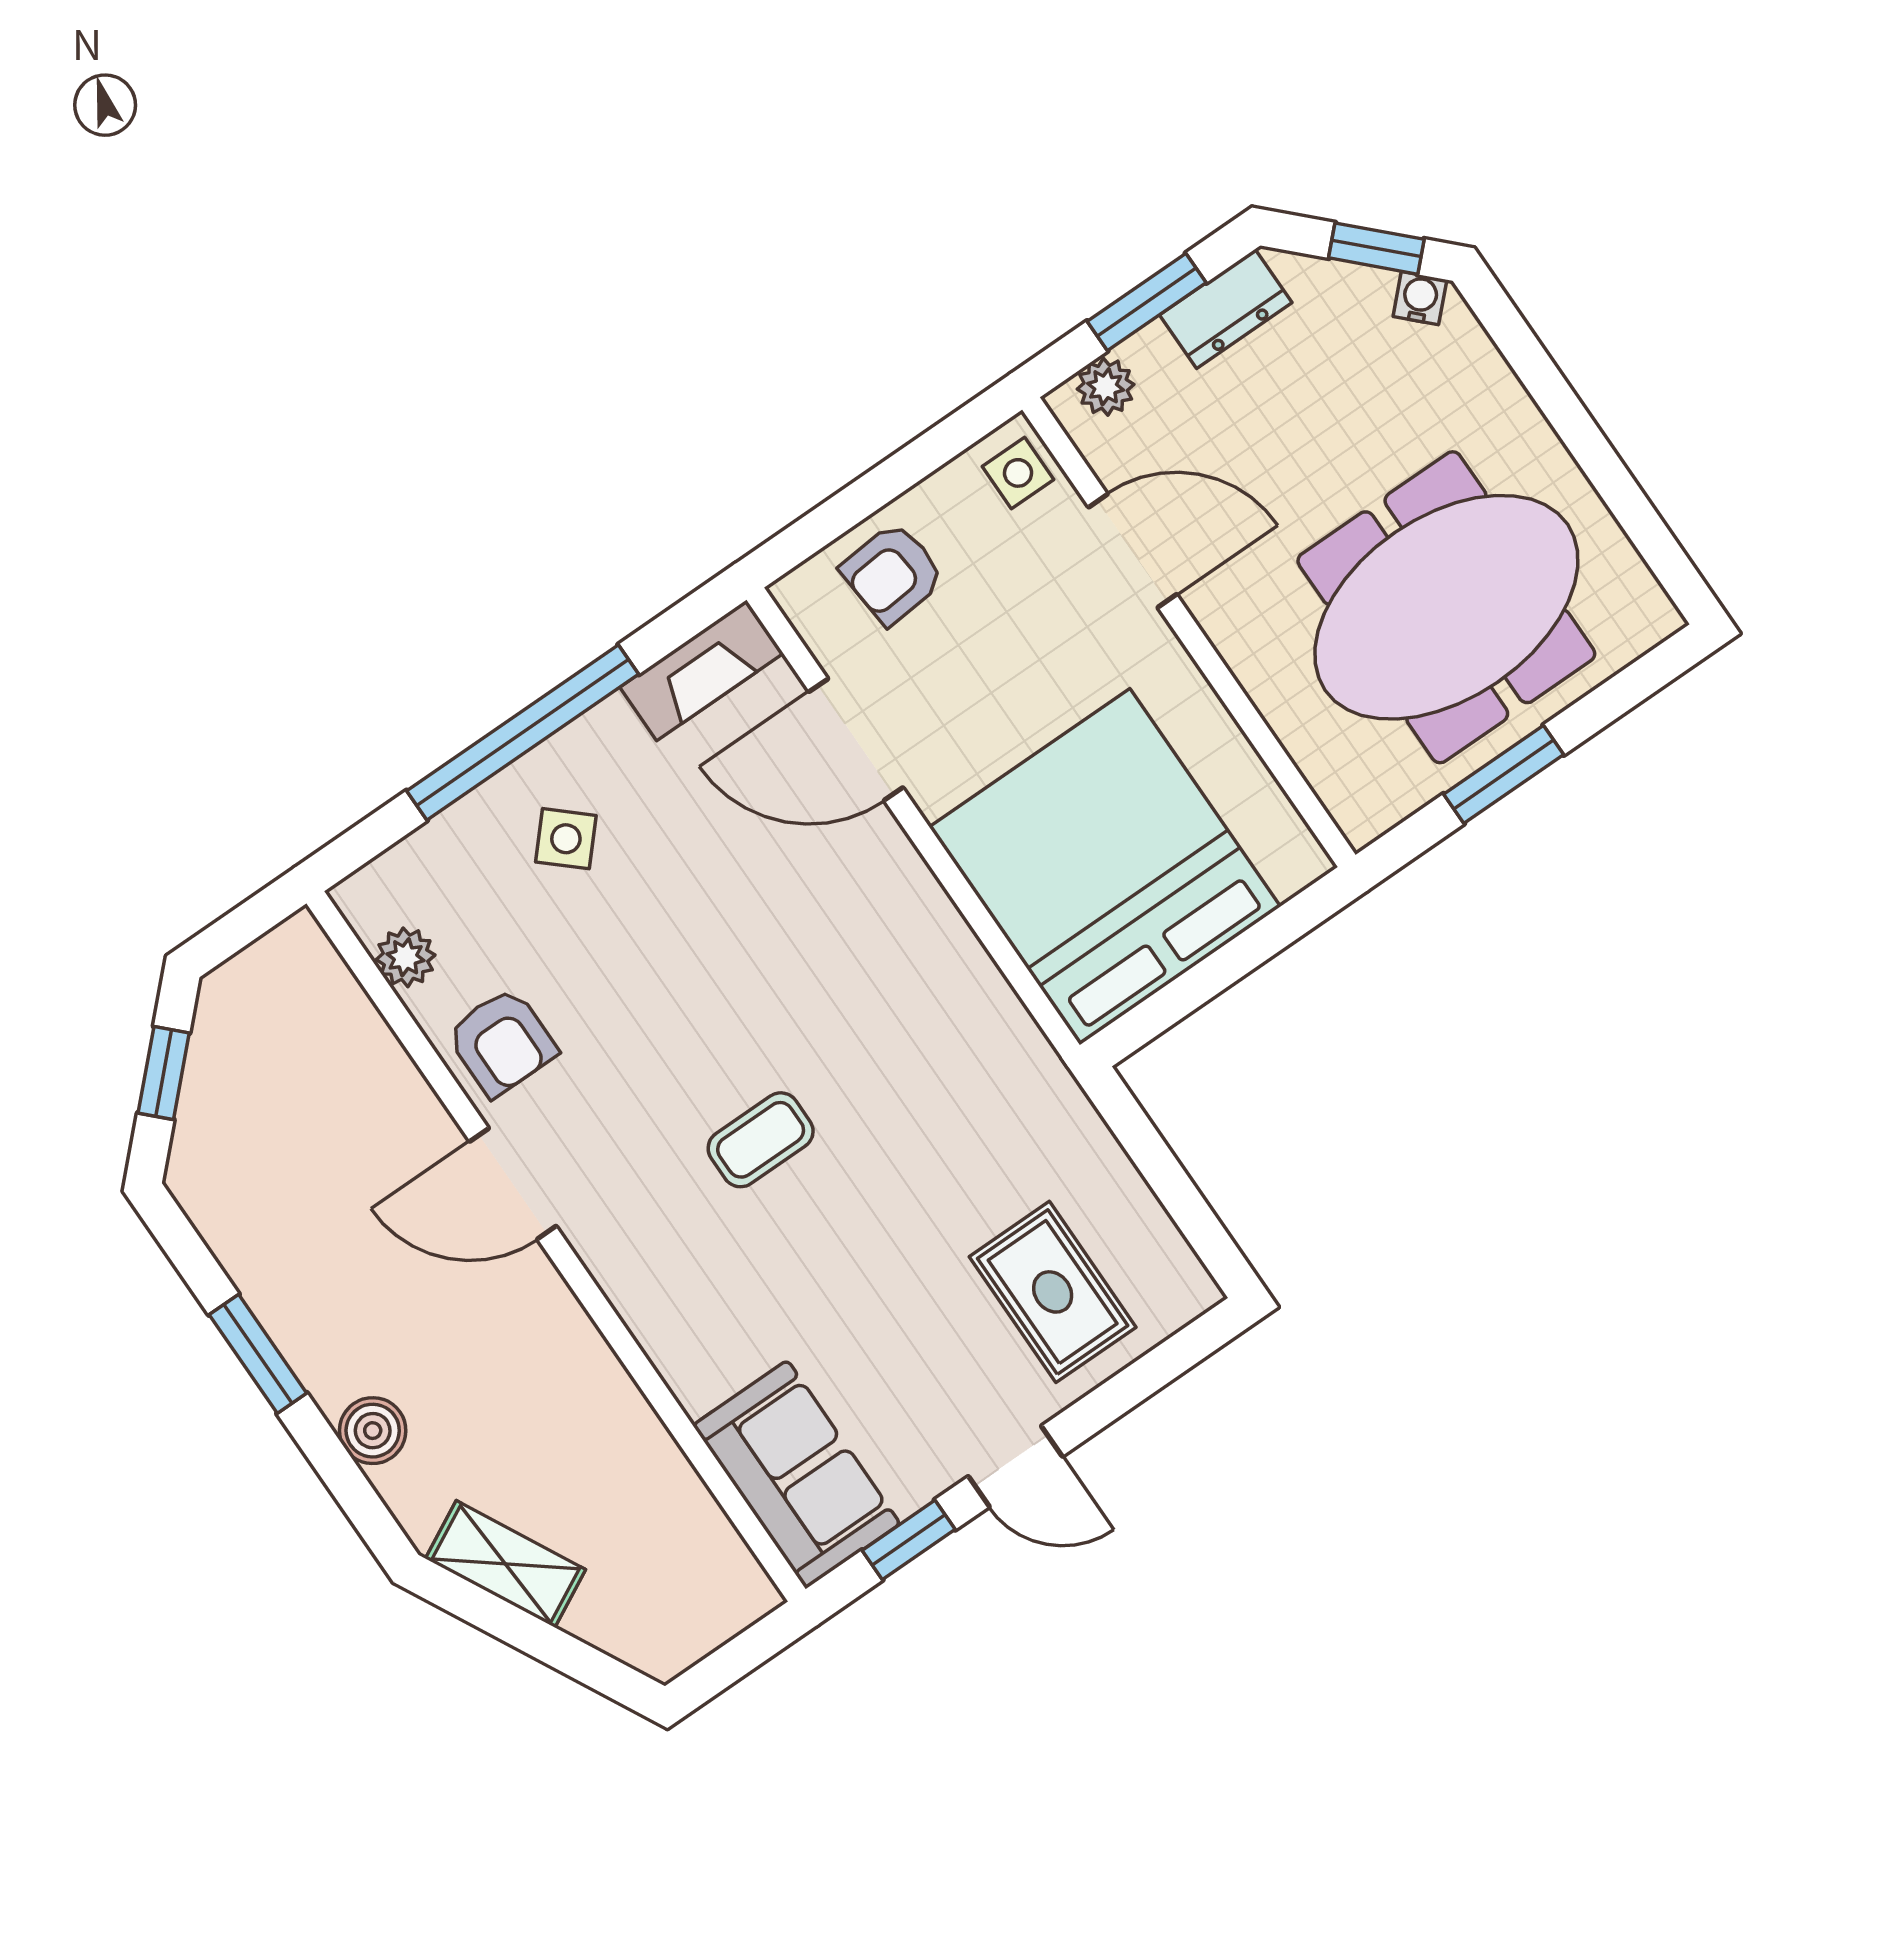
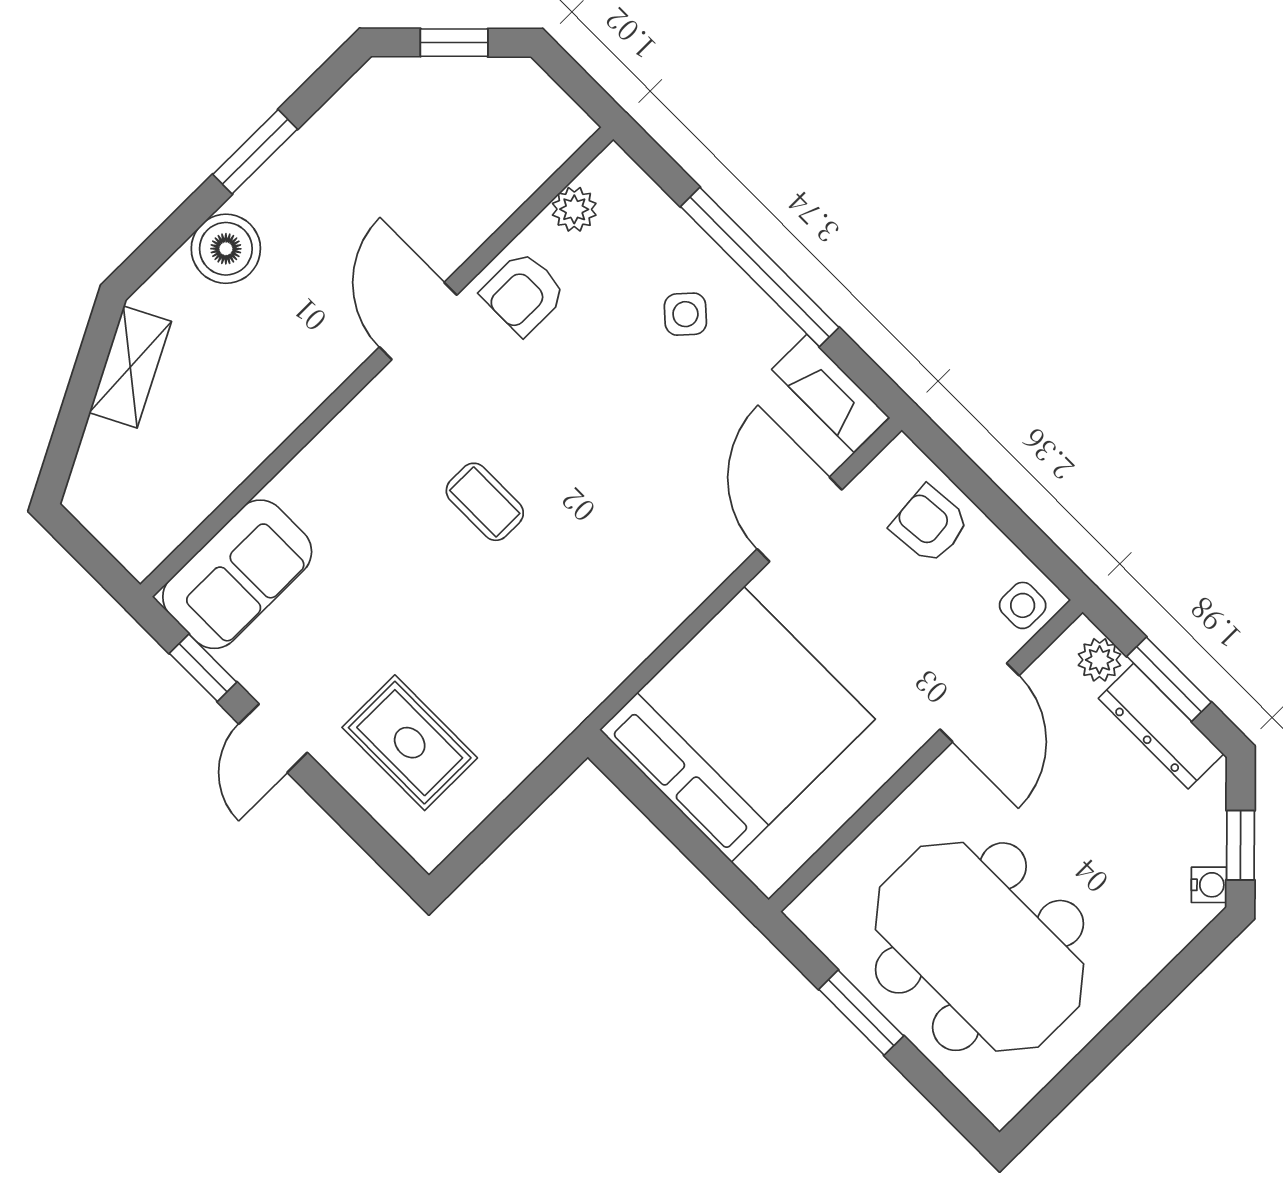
dresser: (1226, 309) -> (1161, 726), width x1.44
rug: (1053, 1292) -> (410, 743), turned 90
boiler: (373, 1431) -> (226, 249), width x1.36, depth x1.36

